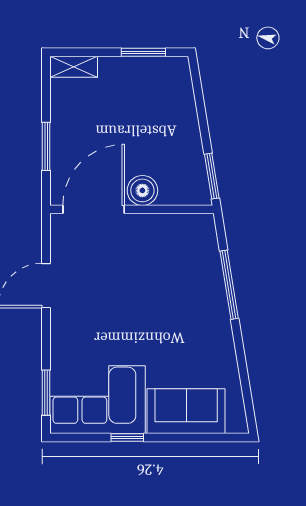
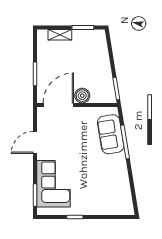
shelving: (74, 67) -> (60, 35), moved
corner sofa: (98, 400) -> (53, 184), moved, turned 90
sofa: (186, 411) -> (111, 134), moved, turned -99

